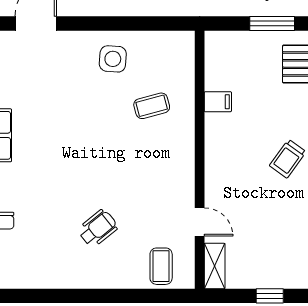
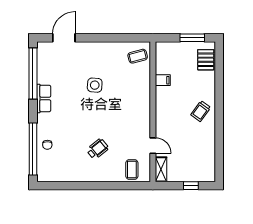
side table: (113, 59) -> (95, 85), moved
coffee table: (152, 106) -> (138, 56), moved

